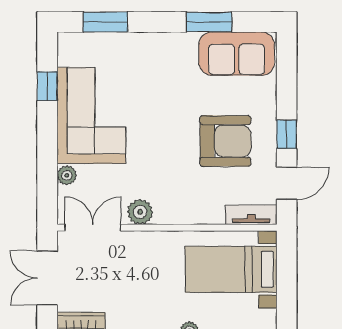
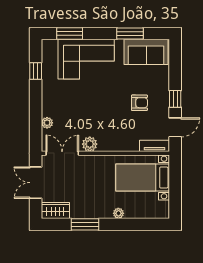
corner sofa: (91, 116) -> (86, 59), moved, turned 90
armchair: (225, 141) -> (139, 103), width x0.53, depth x0.53

